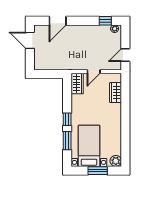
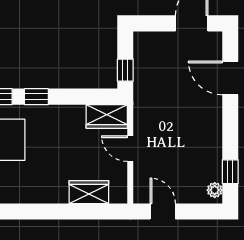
window: (54, 74) -> (125, 70), added

